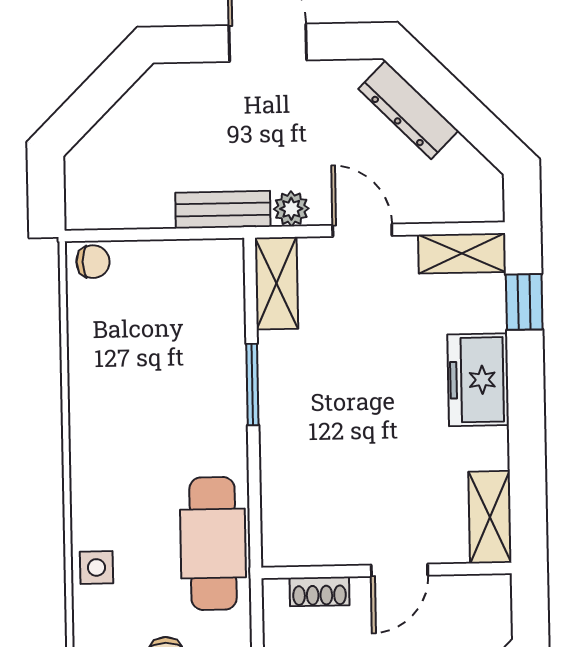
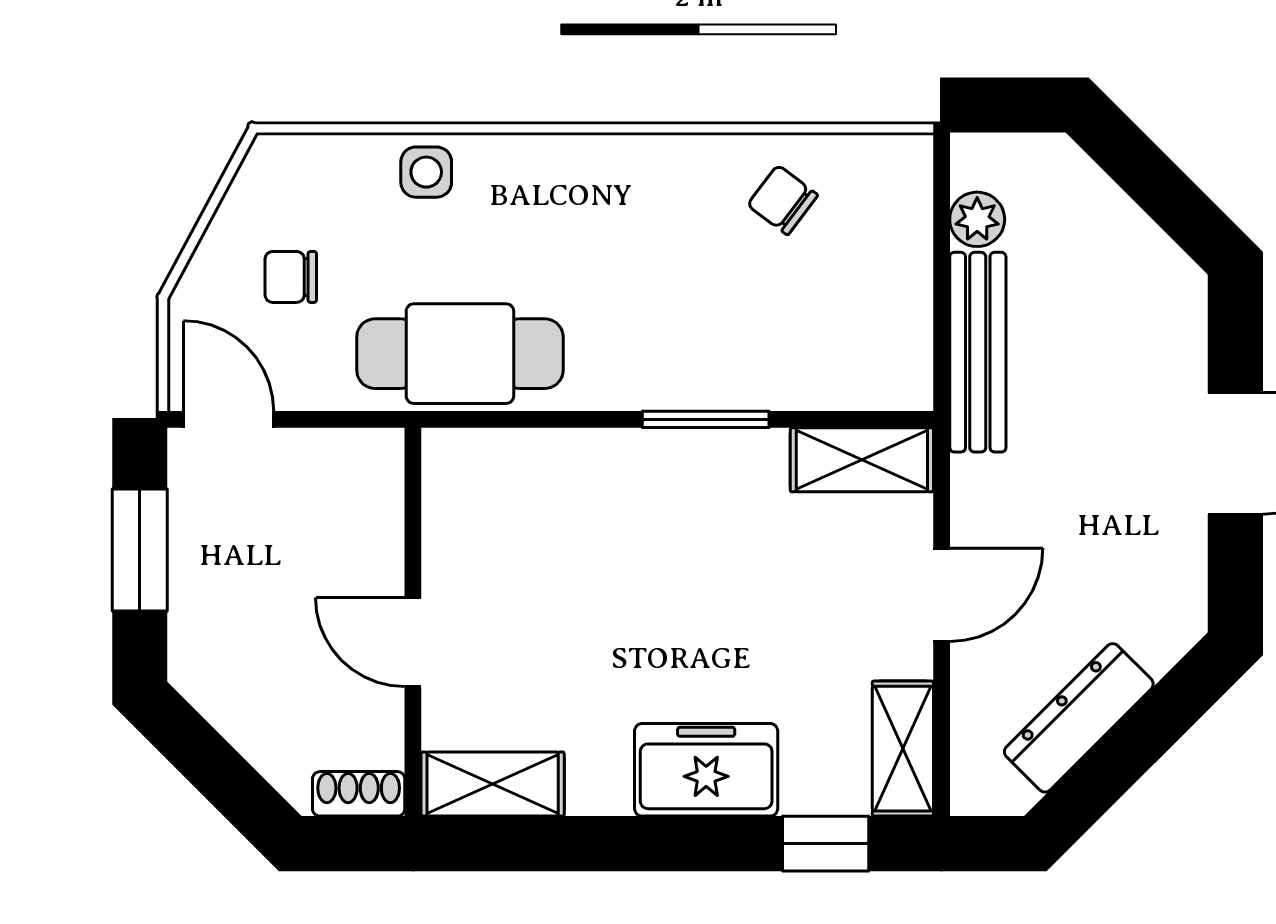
dresser: (408, 110) -> (1079, 718), moved
plant: (291, 209) -> (977, 219), moved
bench: (223, 210) -> (978, 352), width x1.36
chair: (93, 262) -> (783, 200), moved, turned 127
shoe rack: (319, 591) -> (359, 794), moved, turned 90

